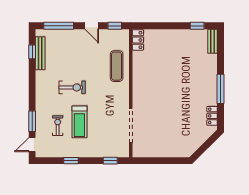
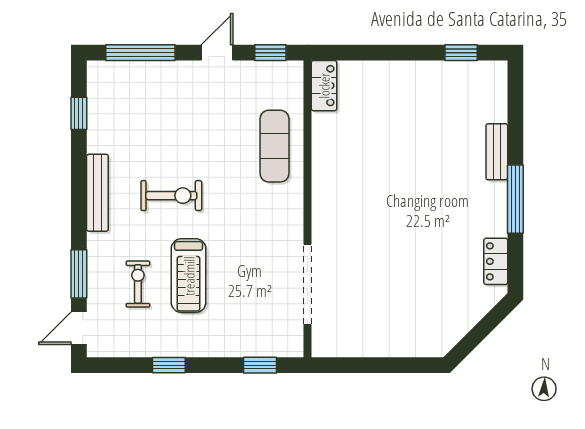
door: (92, 26) -> (217, 53), swing flipped
bench: (212, 41) -> (497, 152), moved
bench: (40, 53) -> (97, 193), moved

